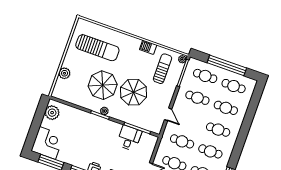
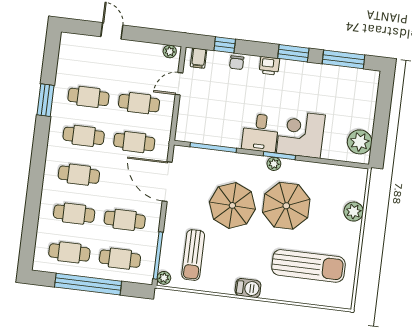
barbecue: (148, 47) -> (248, 288), moved
sun lounger: (97, 48) -> (309, 266), turned 180
door: (168, 114) -> (167, 182), width x1.87
desk: (129, 138) -> (260, 133), moved
corner desk: (47, 143) -> (301, 134), moved, turned 90

